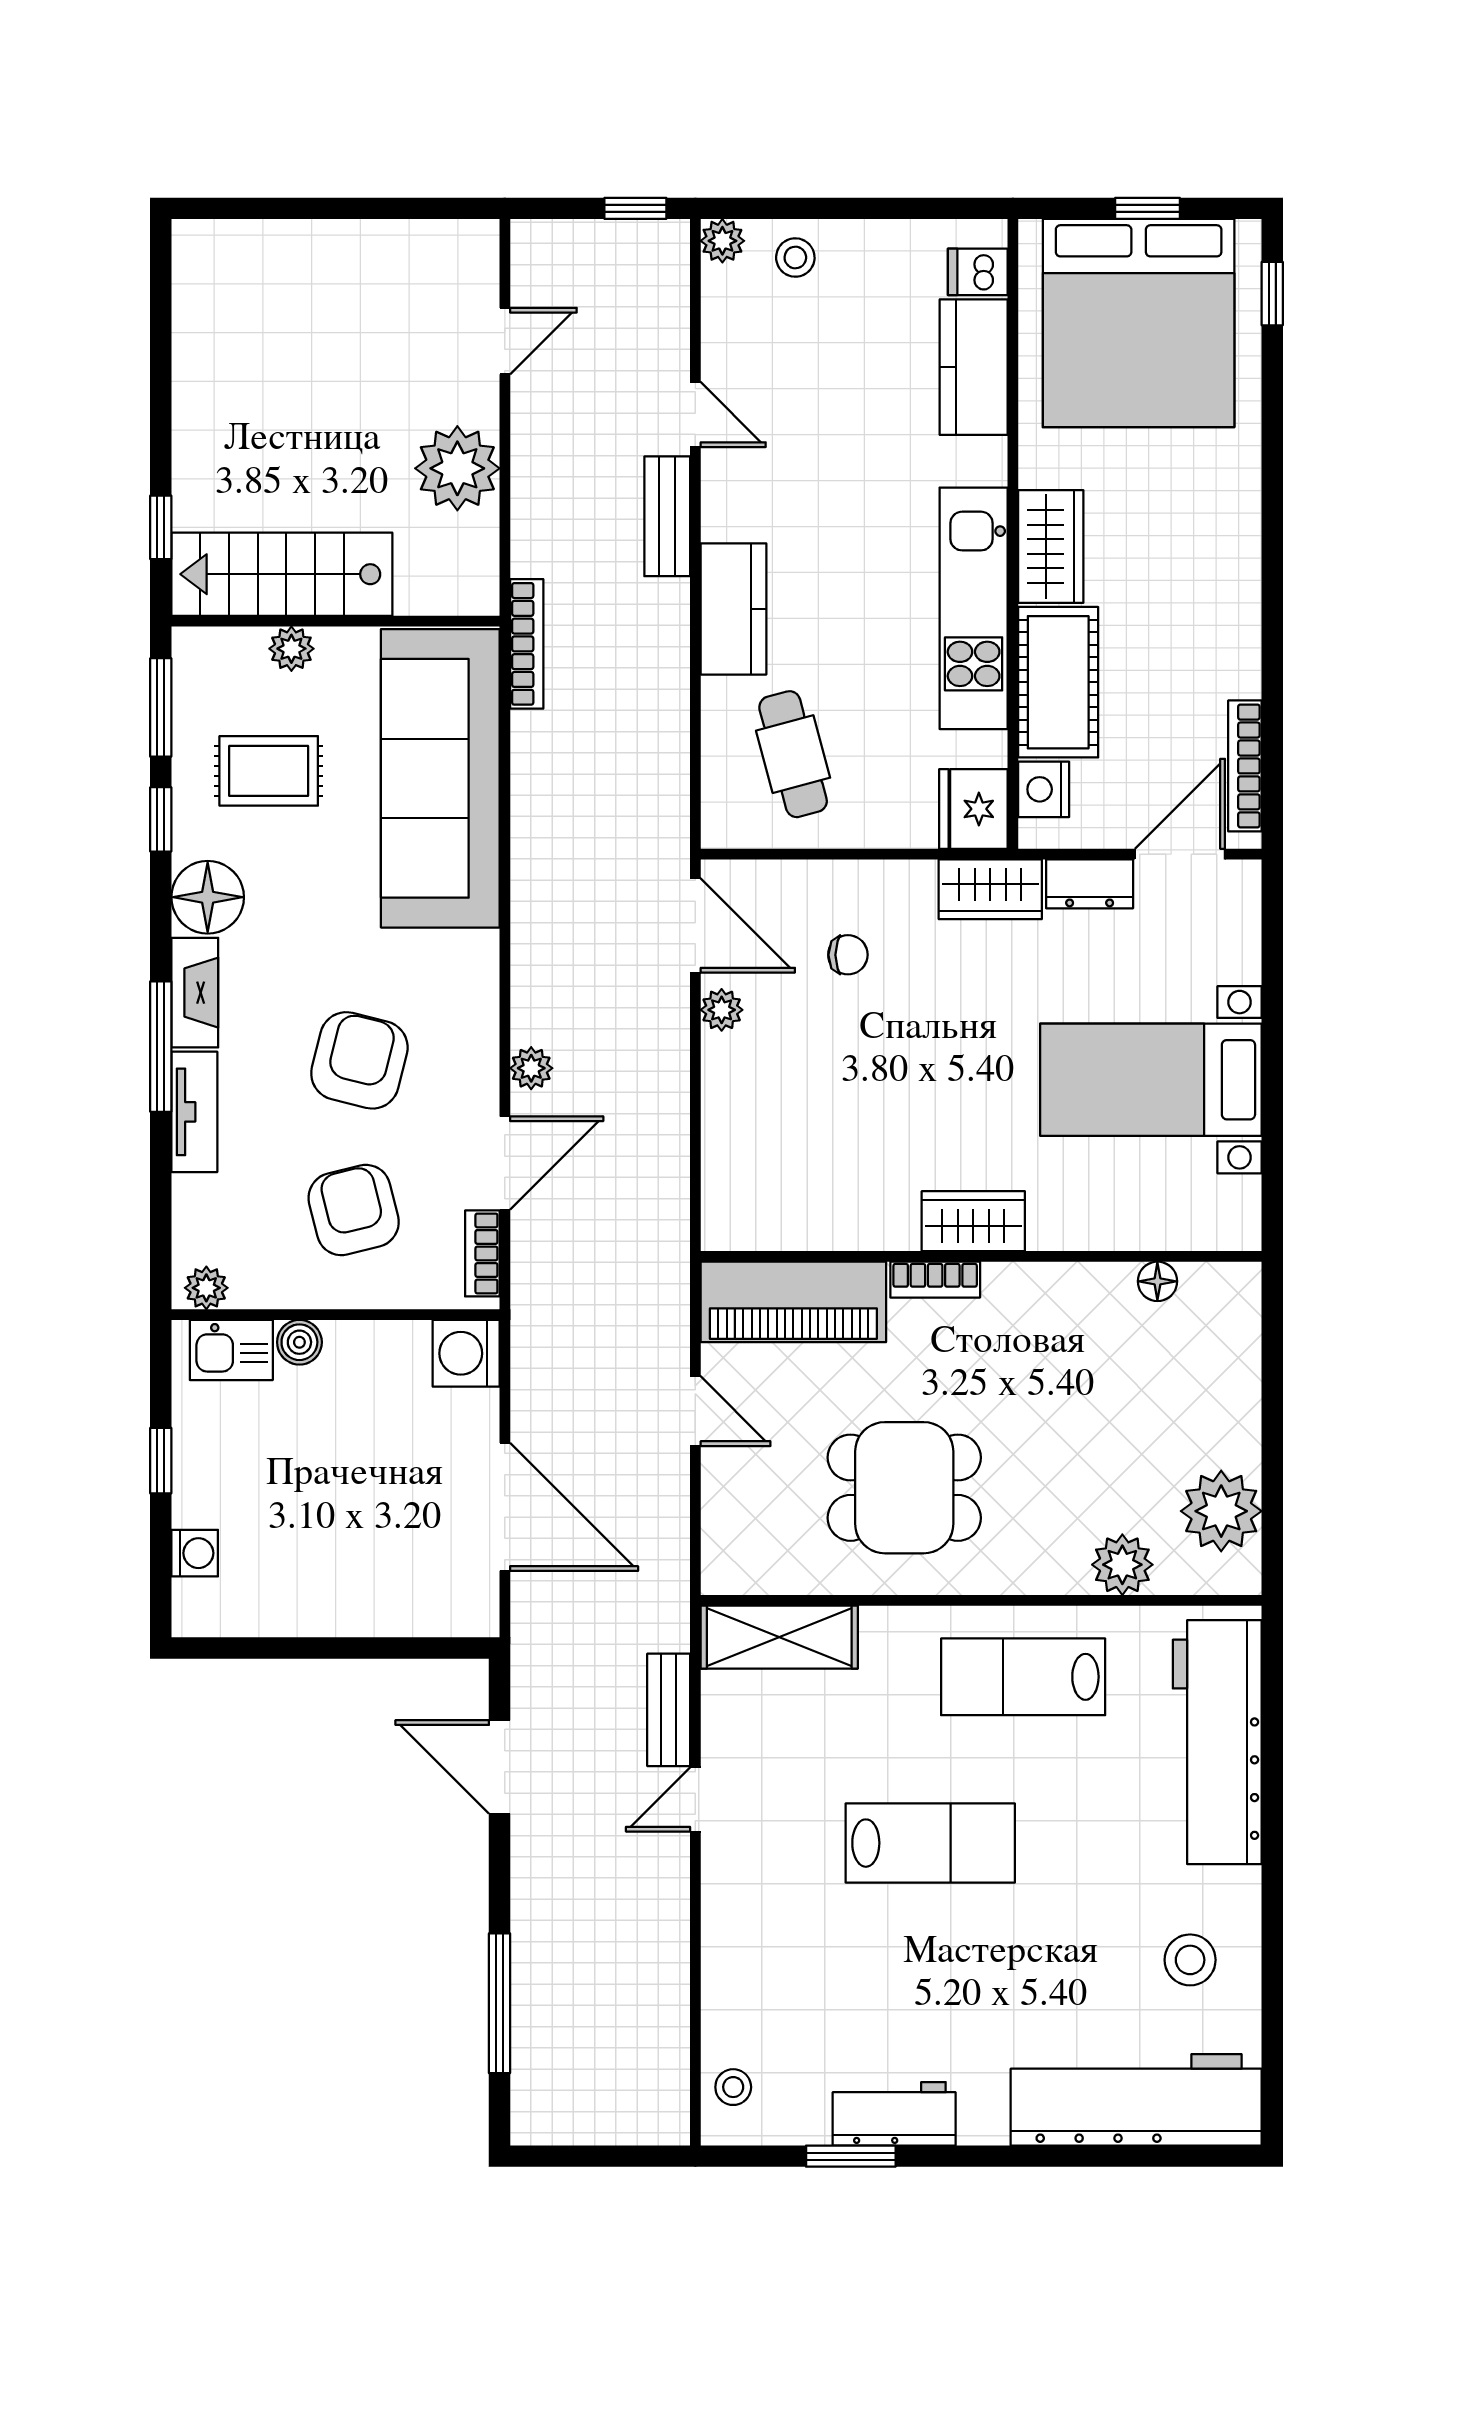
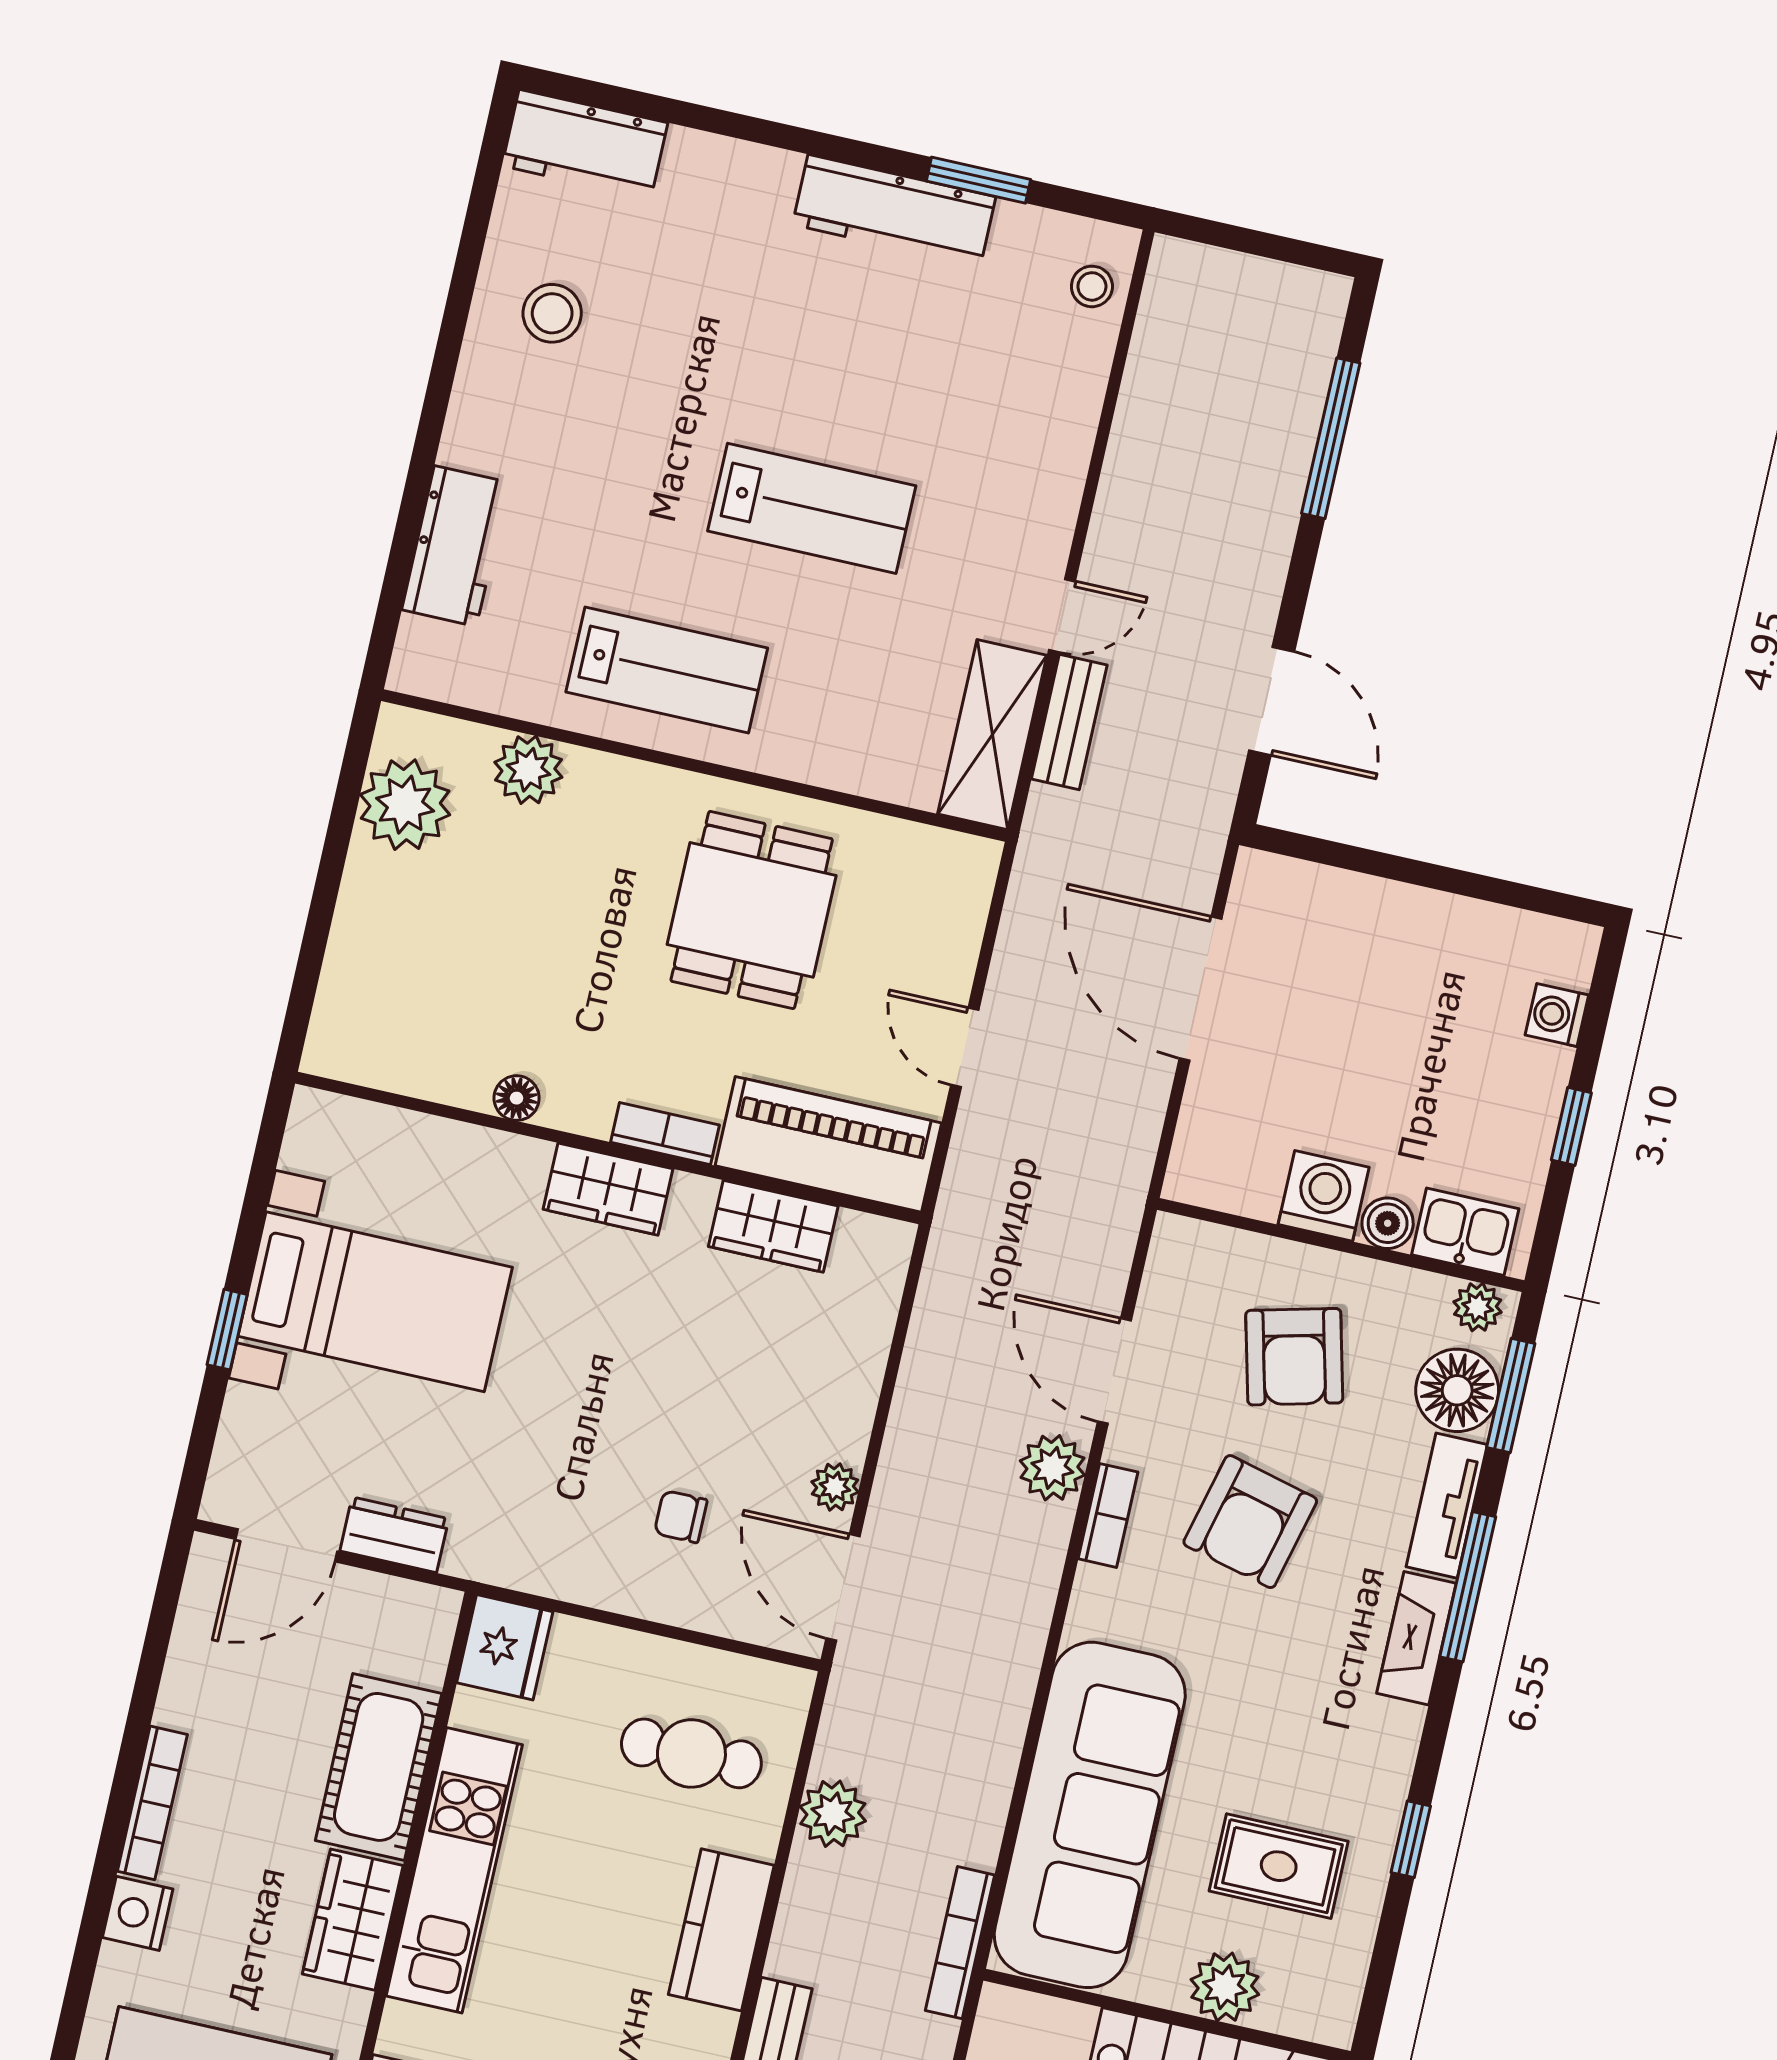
plant: (291, 649) -> (1225, 1987), width x1.38, depth x1.38
window: (161, 707) -> (1511, 1396), moved
plant: (660, 730) -> (833, 1814), added
cafe table: (793, 754) -> (691, 1753), turned -75
bookcase: (1245, 766) -> (152, 1803), moved
nightstand: (1044, 789) -> (138, 1913), moved, turned 180
wardrobe: (990, 889) -> (773, 1226), moved, turned 180
floor lamp: (208, 897) -> (1457, 1390), moved
window: (1272, 1027) -> (227, 1330), added
plant: (531, 1068) -> (1052, 1468), width x1.38, depth x1.38
door: (505, 1163) -> (1114, 1371), hinge flipped
bookcase: (482, 1253) -> (1108, 1515), moved
floor lamp: (1157, 1281) -> (517, 1098), moved
washing machine: (466, 1353) -> (1324, 1196), moved, turned -90
dining table: (904, 1488) -> (752, 910), turned 90
shelving: (779, 1637) -> (992, 735), moved, turned 90
workbench: (1217, 1742) -> (455, 546), width x0.53, depth x0.76
lab bench: (930, 1843) -> (812, 508), turned 180
workbench: (1136, 2100) -> (585, 144), width x0.53, depth x0.76
workbench: (894, 2114) -> (894, 211), width x1.38

